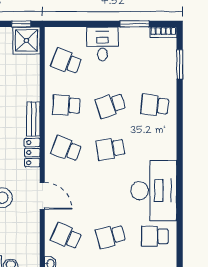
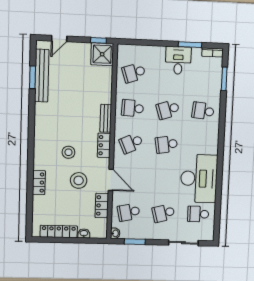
desk: (102, 44) -> (178, 60), moved
school desk: (66, 61) -> (134, 73), turned -39
school desk: (66, 149) -> (131, 143), turned -45
locker: (32, 229) -> (102, 206), added
school desk: (66, 236) -> (129, 212), turned -36

